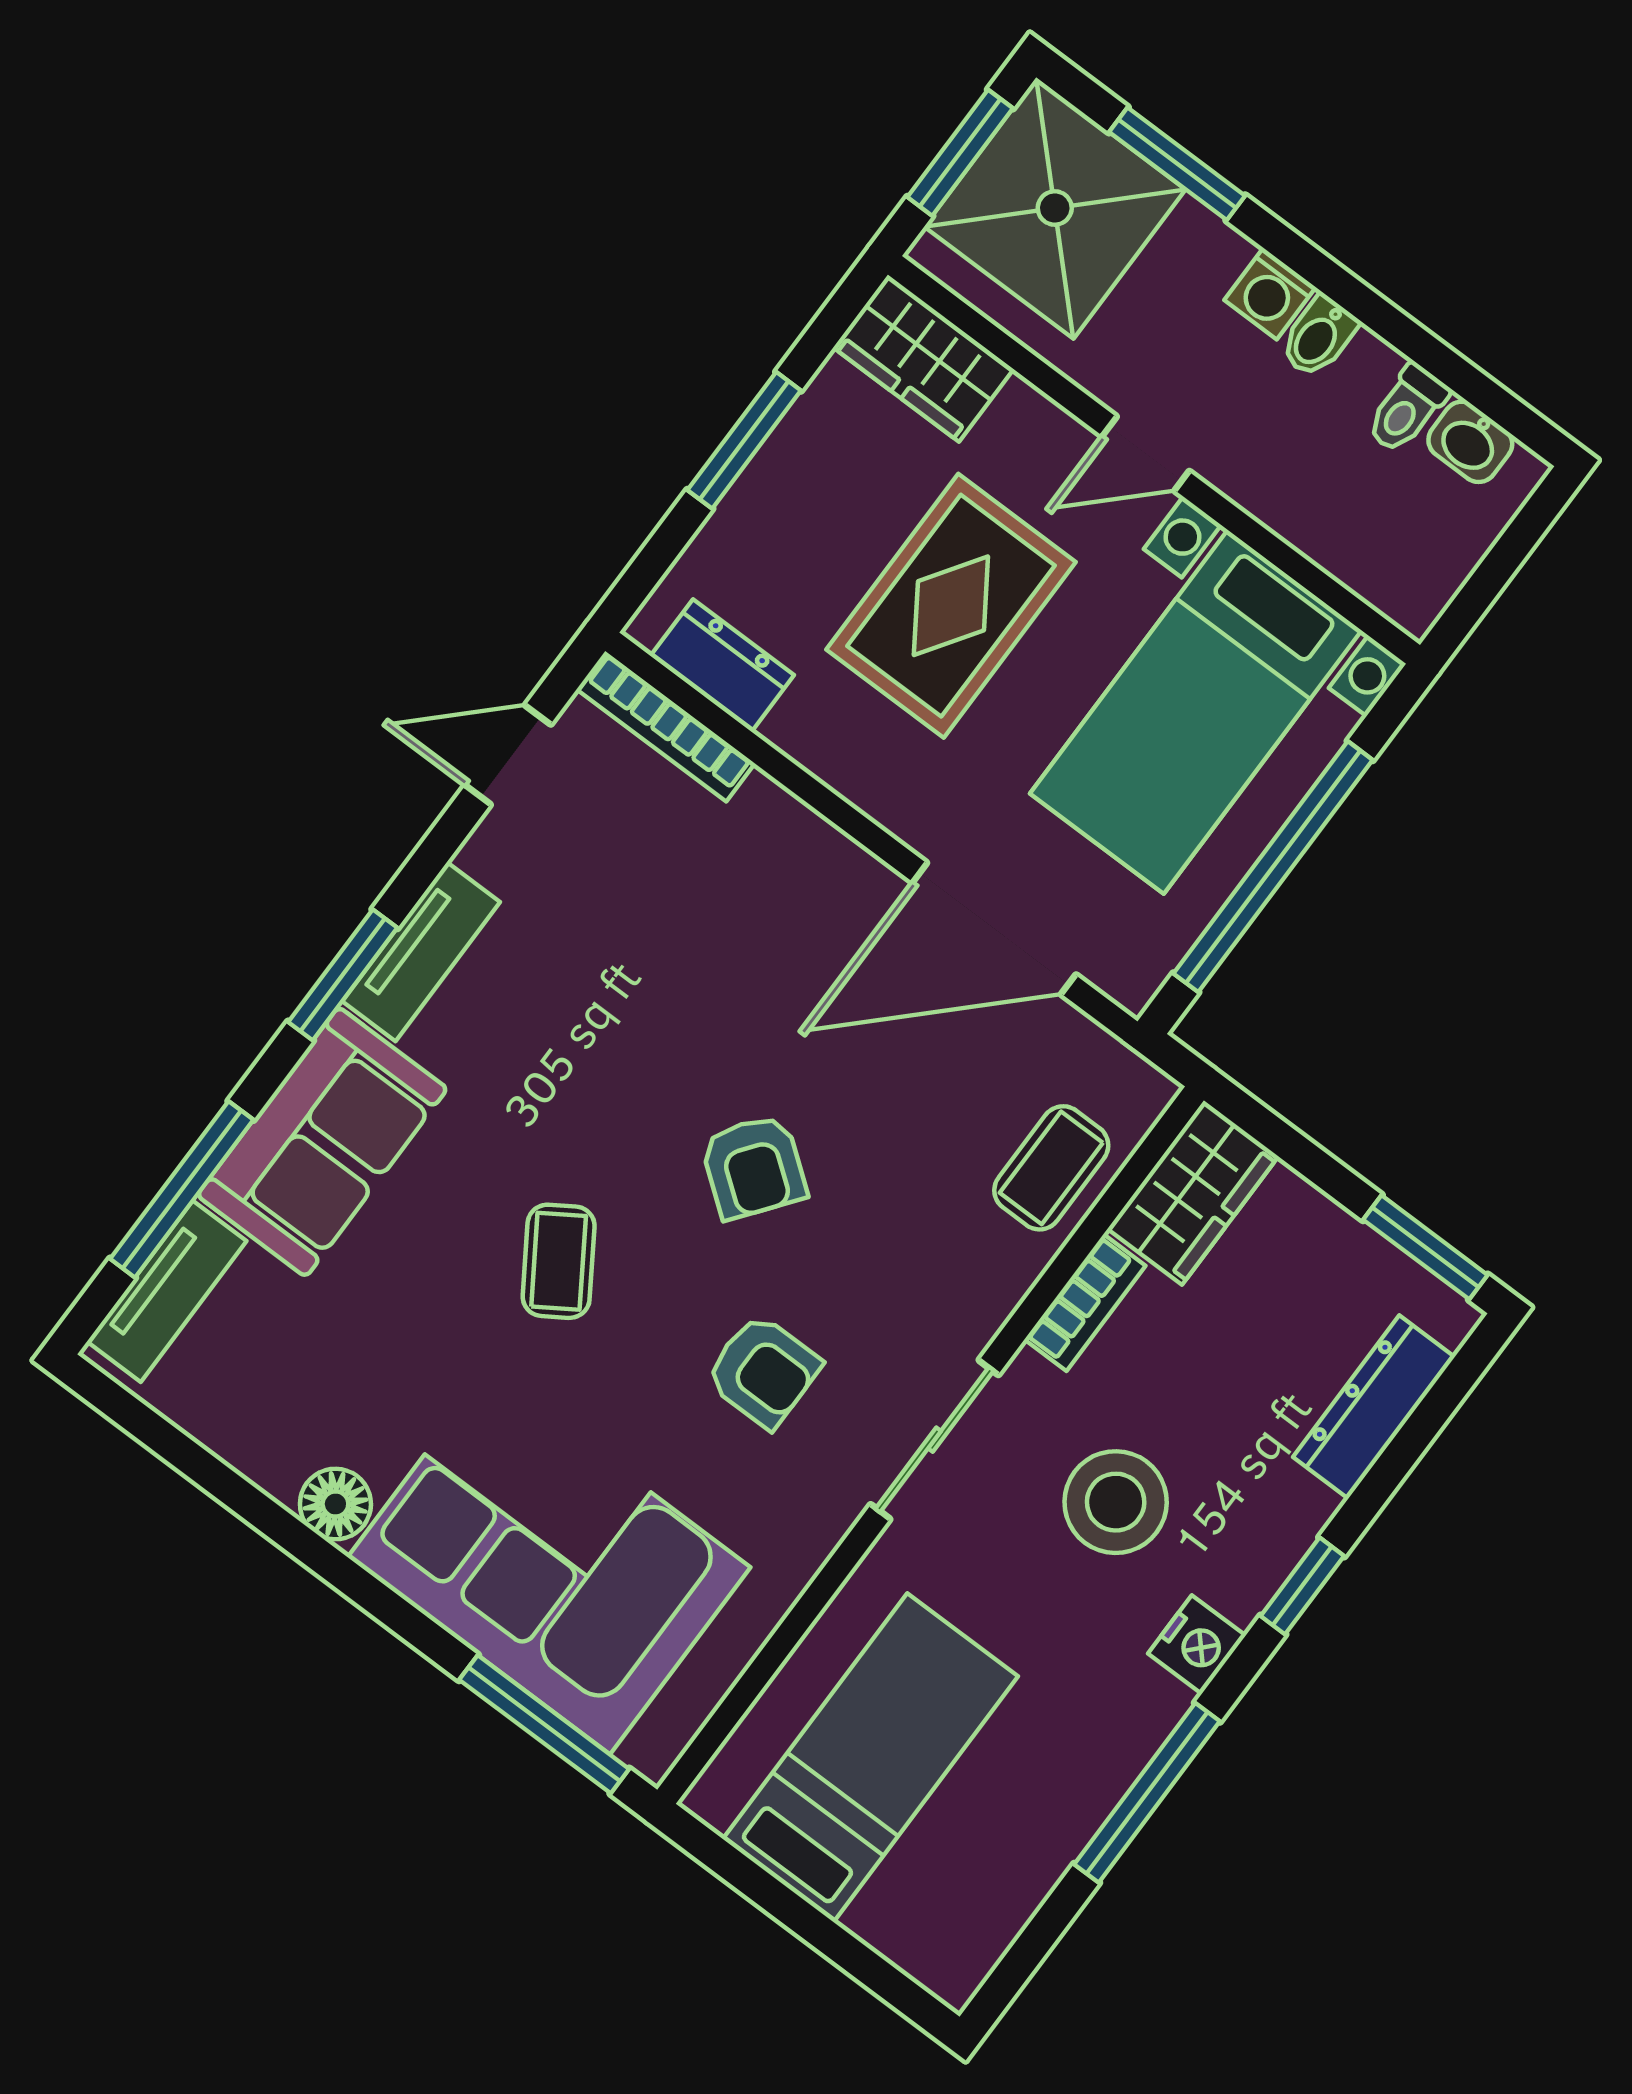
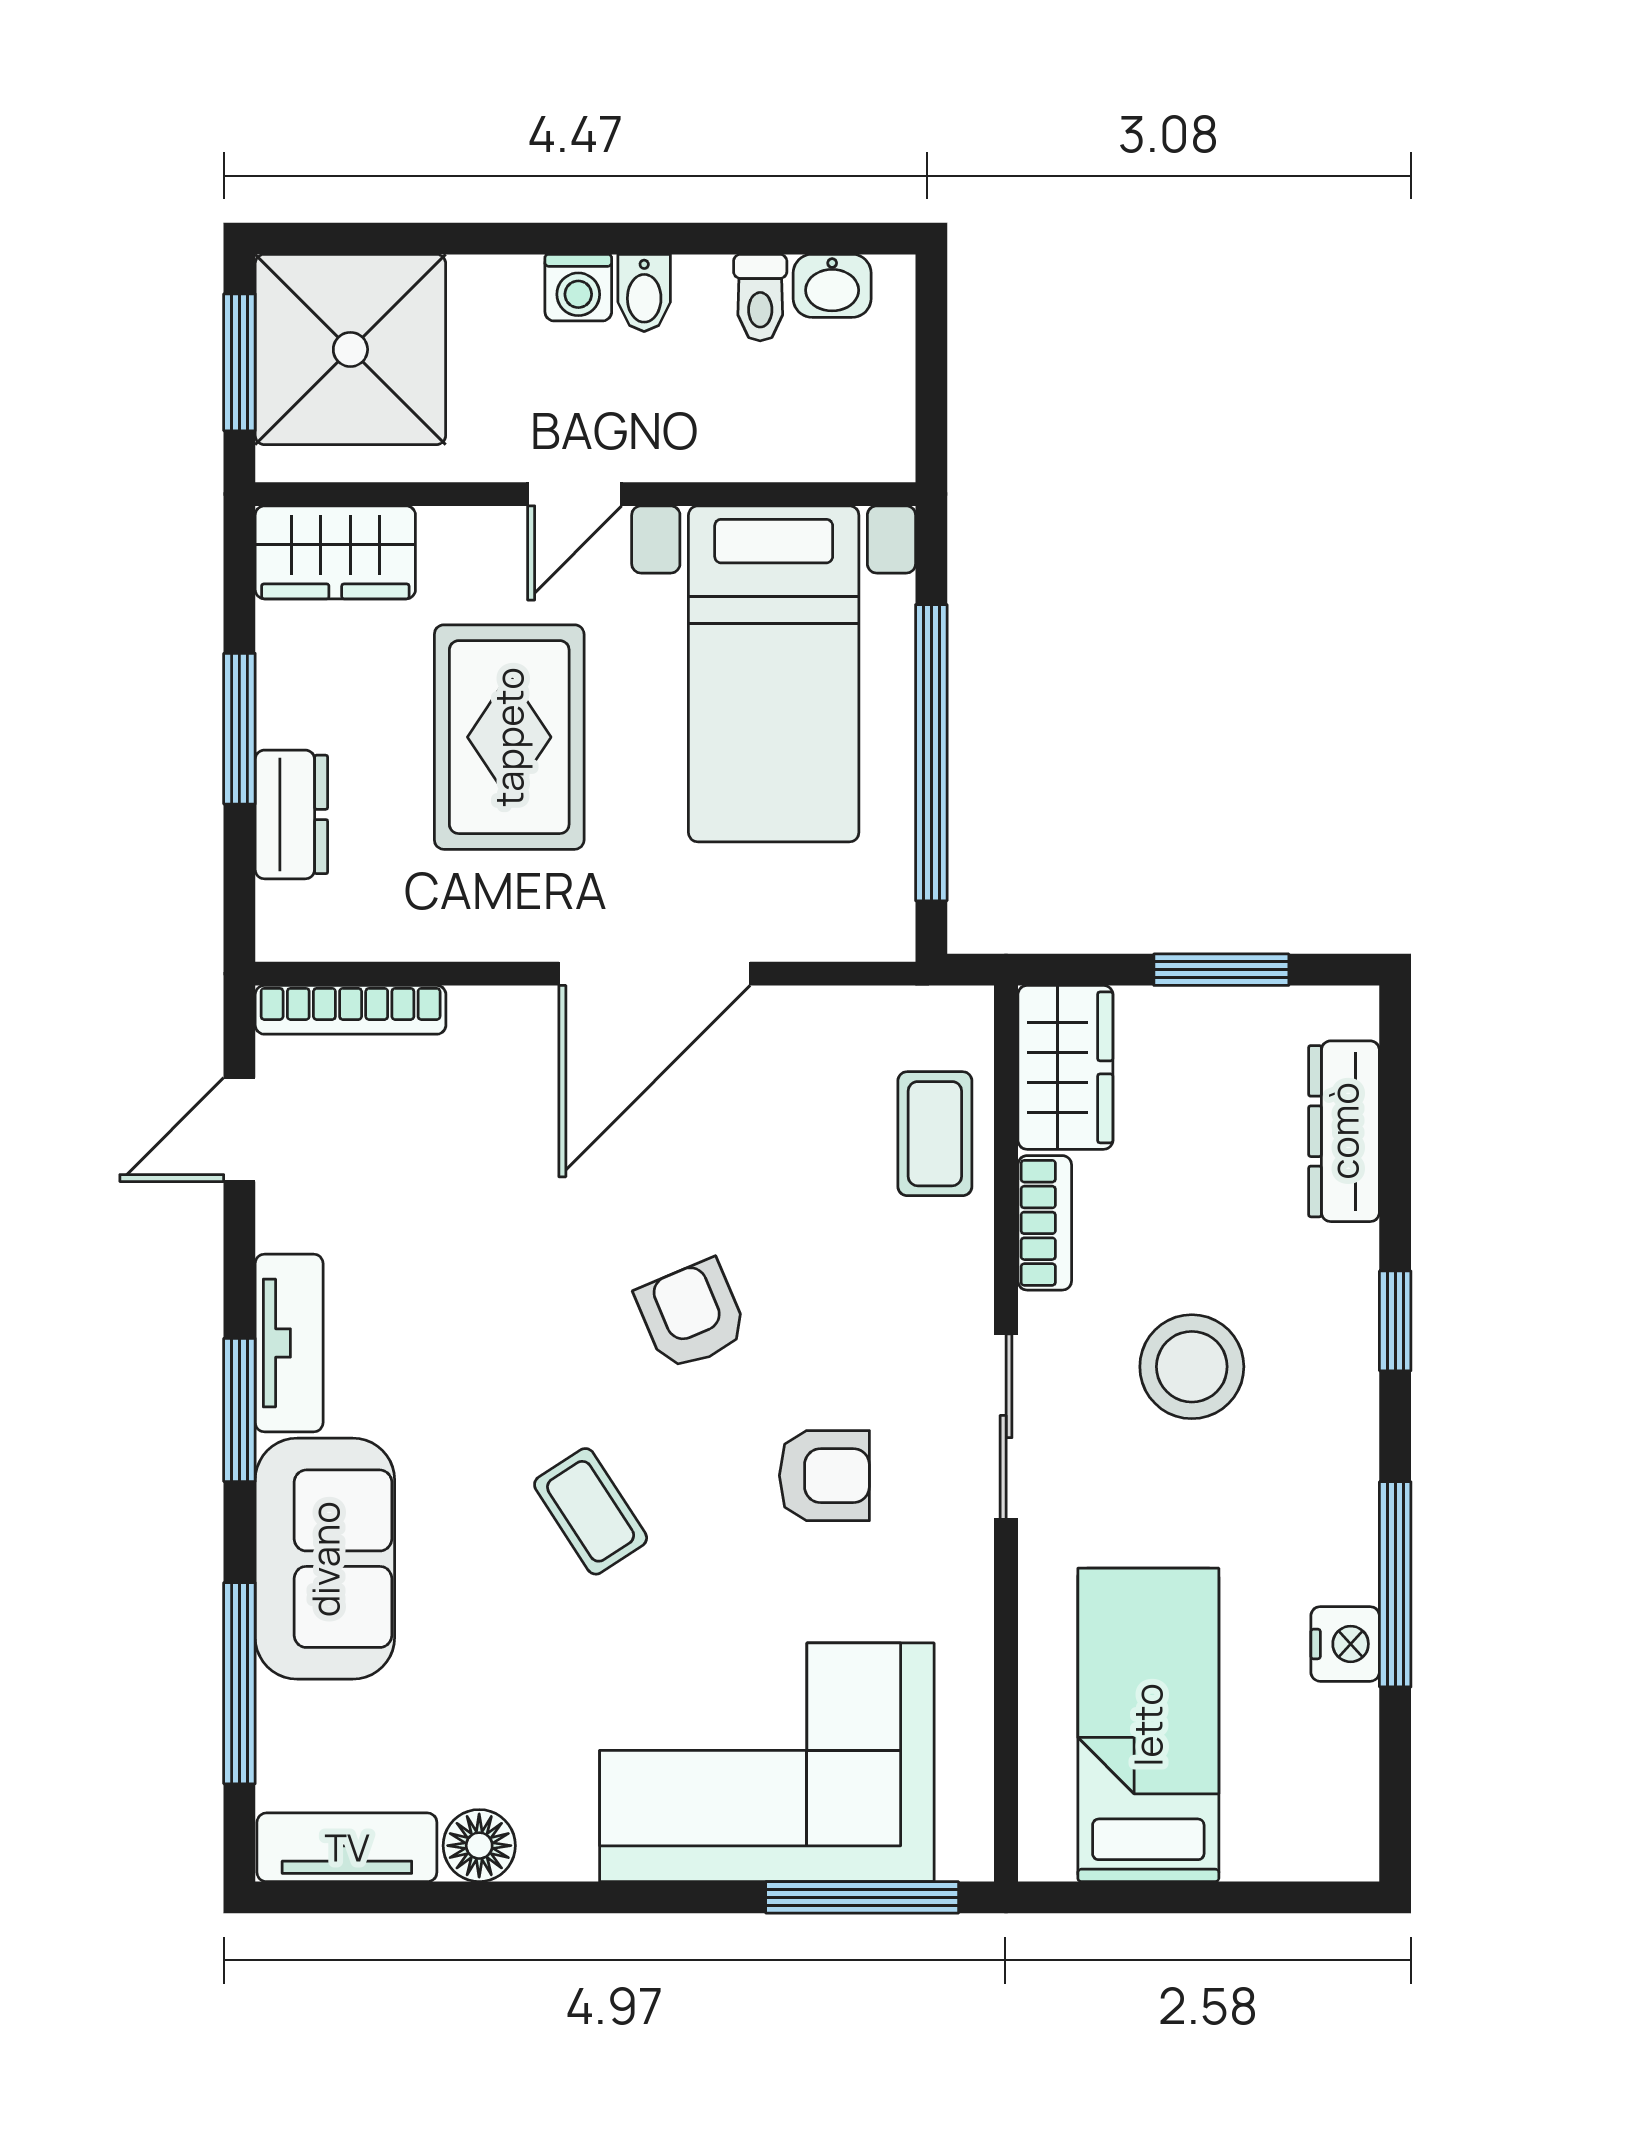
window: (1177, 164) -> (423, 239), removed
dresser: (722, 665) -> (291, 814), moved, turned 90
door: (994, 928) -> (654, 974), moved
armchair: (754, 1167) -> (692, 1315), turned -150
window: (1425, 1247) -> (1221, 970), moved
tv unit: (167, 1291) -> (347, 1847), moved, turned -90
floor lamp: (335, 1504) -> (479, 1846), moved
nightstand: (1197, 1645) -> (1345, 1644), moved

